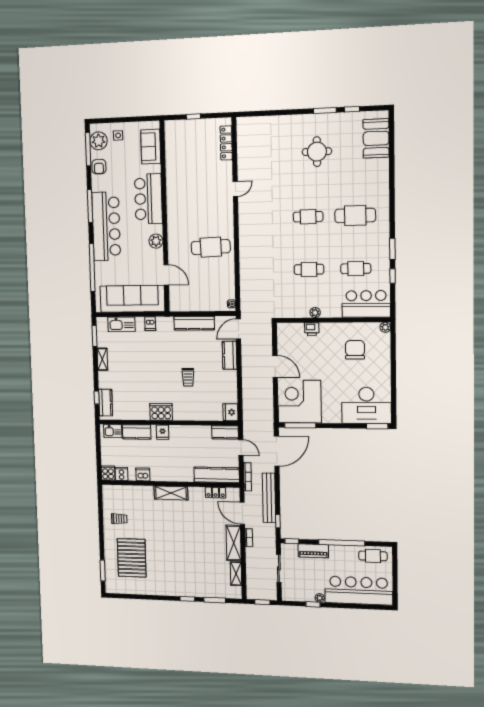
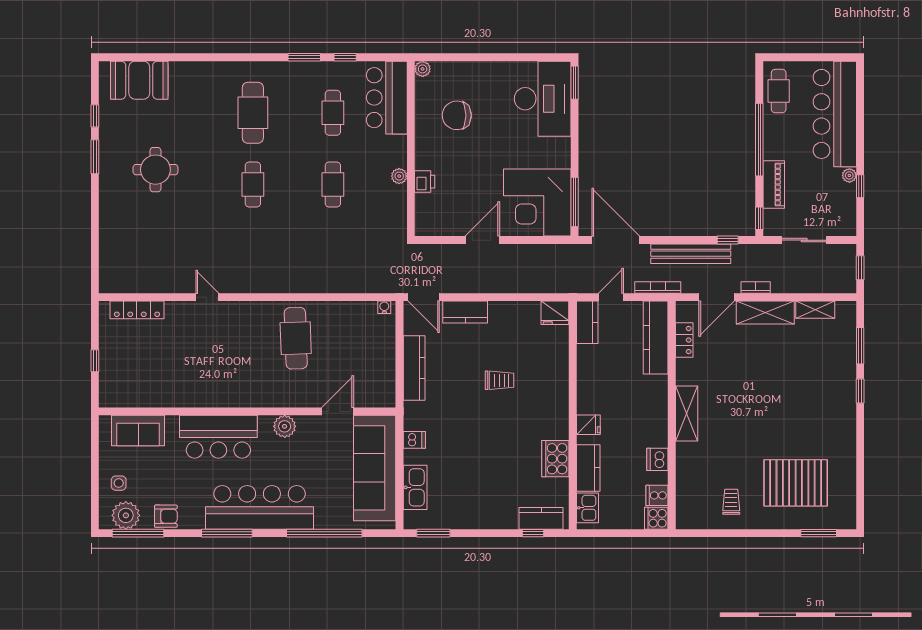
shelving: (102, 359) -> (471, 521), removed
cooker: (161, 412) -> (555, 459), moved

